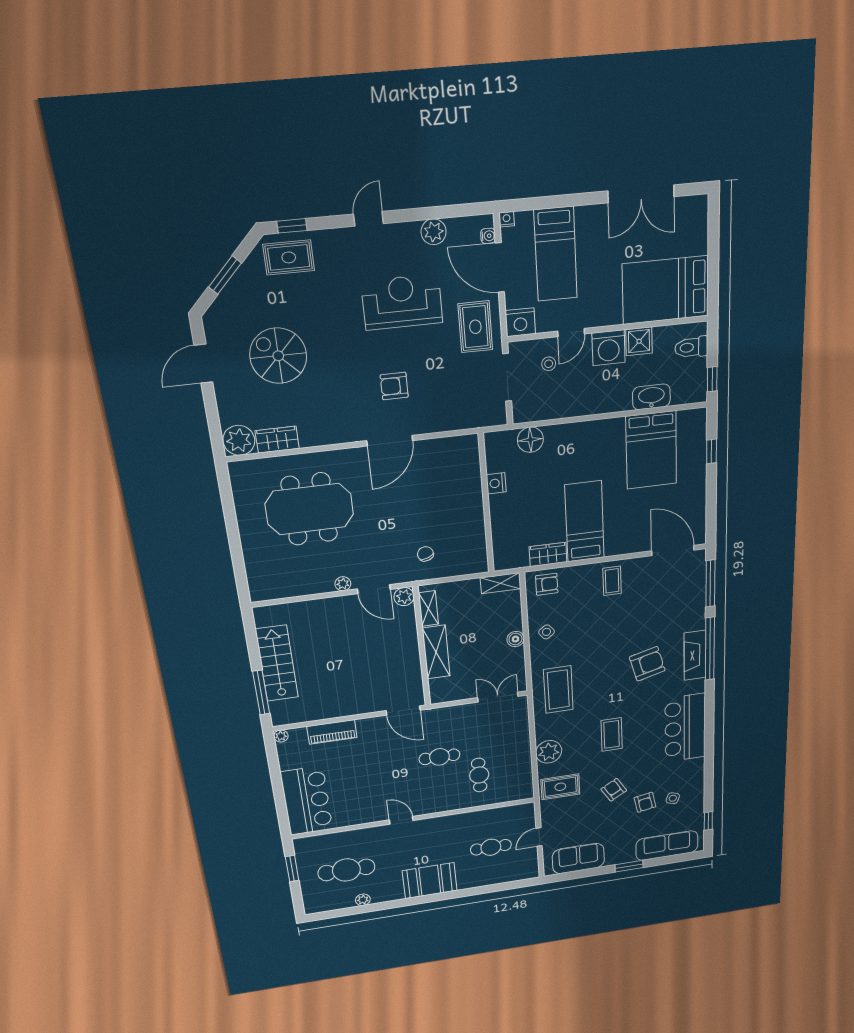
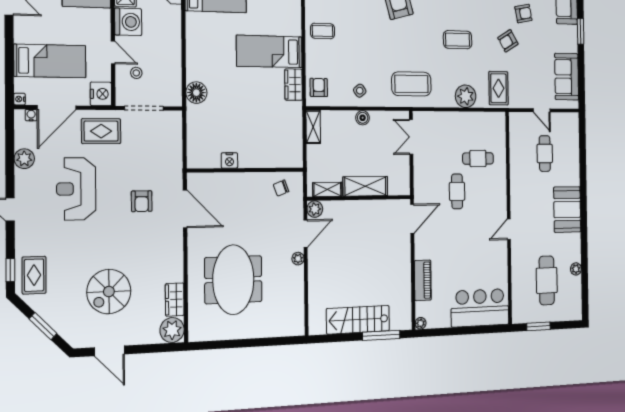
nightstand: (496, 483) -> (229, 160), moved
wall: (486, 504) -> (246, 170), moved

